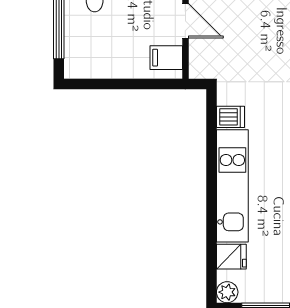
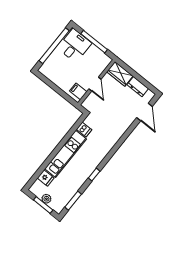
plant: (227, 292) -> (46, 199), moved

